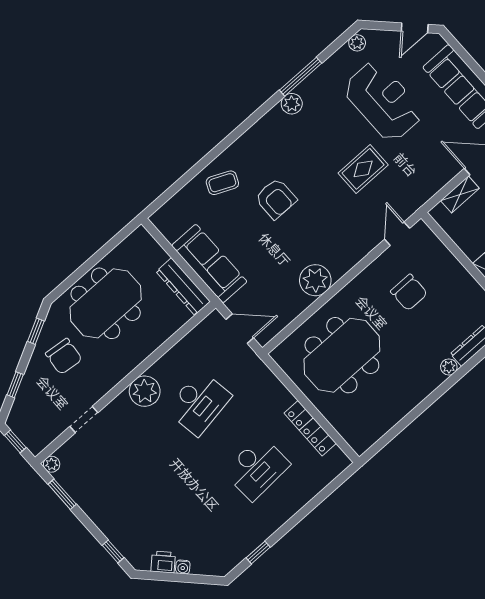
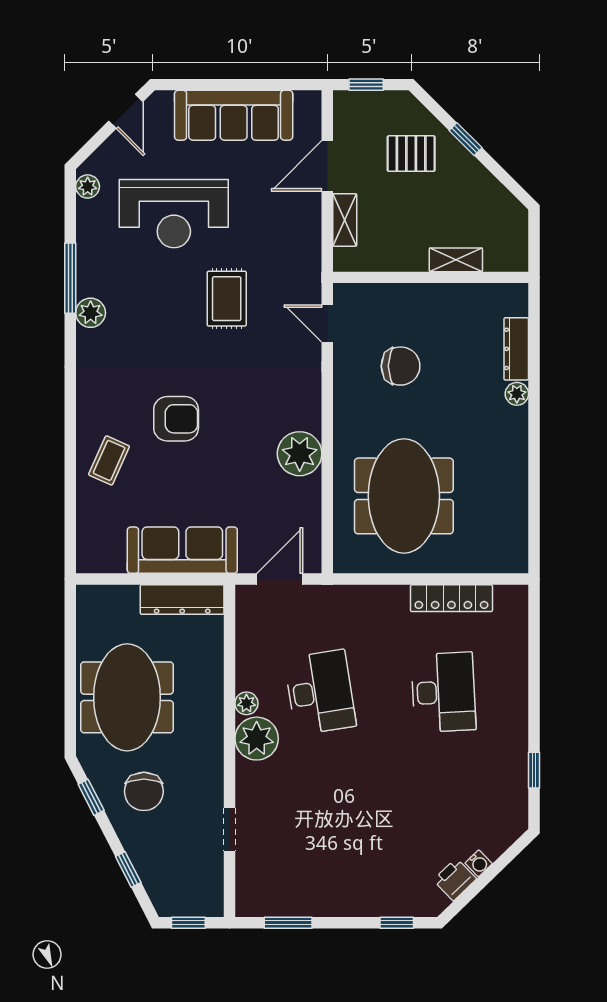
reception desk: (383, 101) -> (174, 214), turned 180
chair: (64, 356) -> (144, 791), turned 84
plant: (52, 464) -> (246, 703), moved

